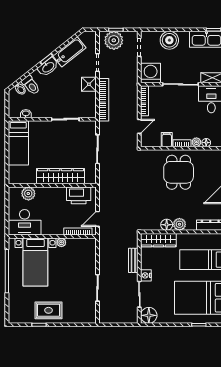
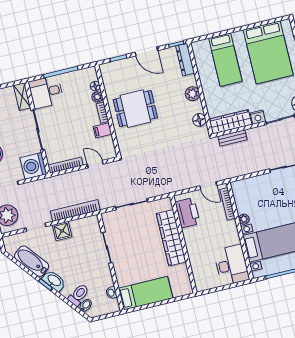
plant: (28, 194) -> (199, 269), removed
floor lamp: (167, 225) -> (199, 120), moved
wardrobe: (158, 240) -> (230, 122), moved, turned -90
bench: (133, 260) -> (232, 138), moved

